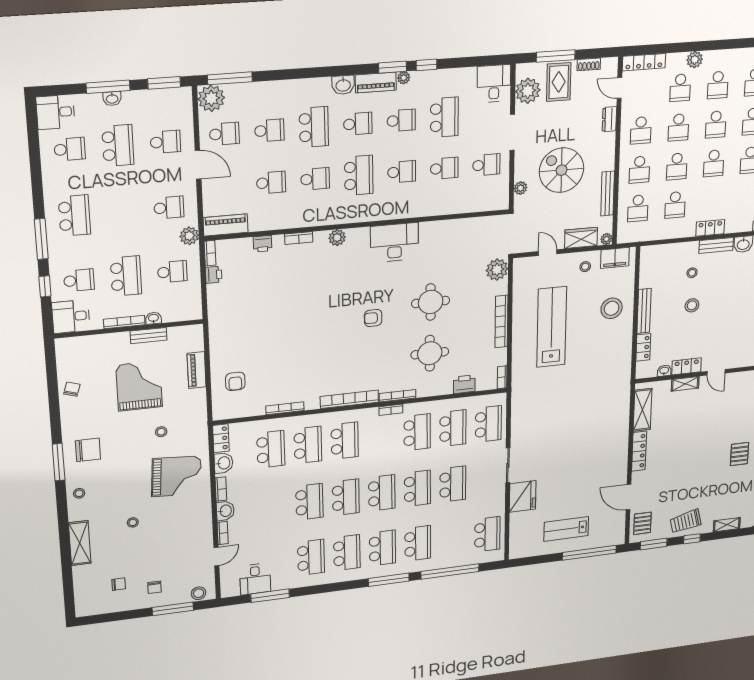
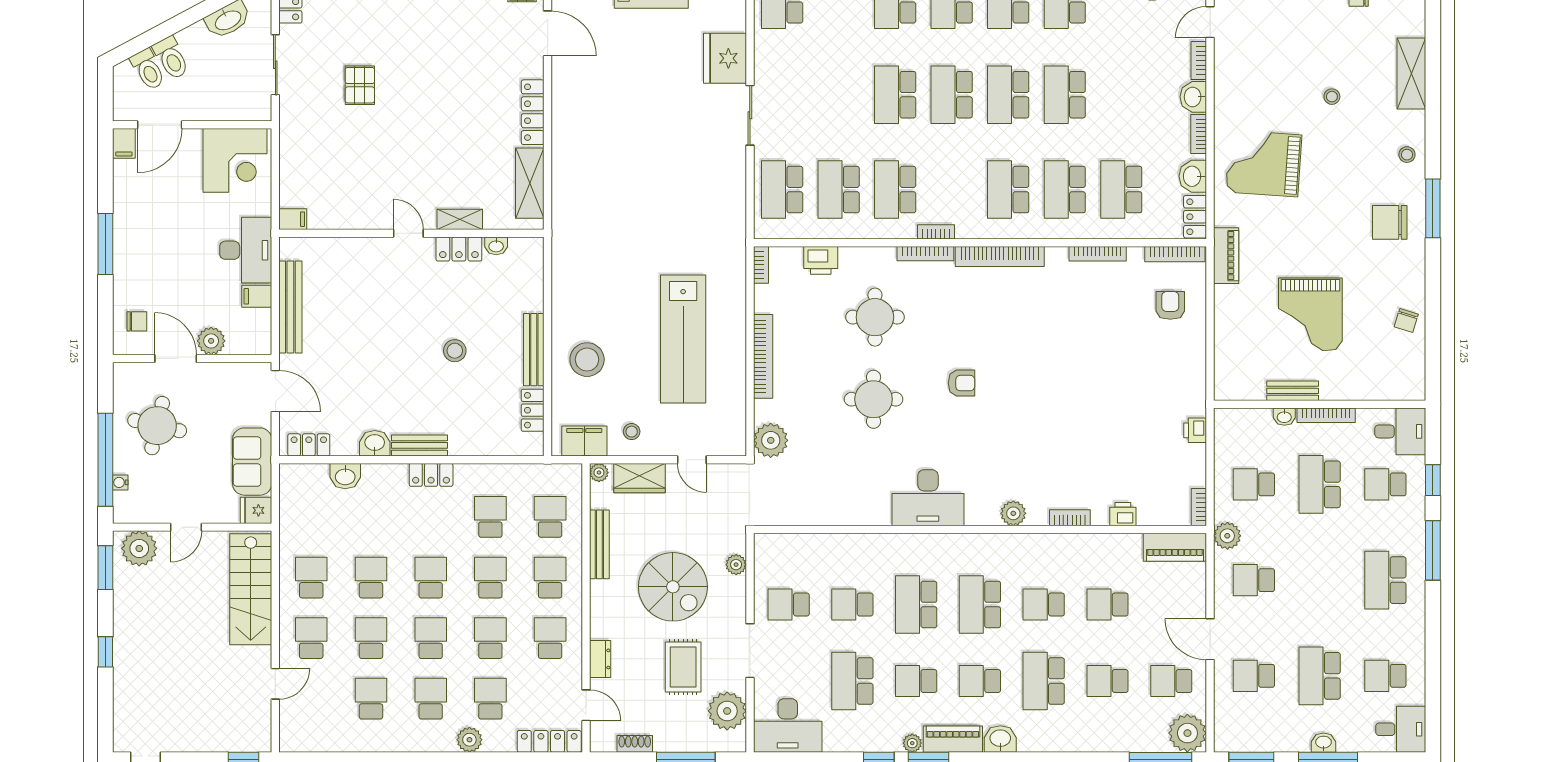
rug: (559, 82) -> (683, 667), moved
desk: (494, 83) -> (788, 726), width x1.37
school desk: (402, 172) -> (916, 605), width x1.85
stool: (692, 273) -> (457, 405), removed
printer: (214, 275) -> (1195, 430), moved
locker: (643, 347) -> (533, 410), moved
piano: (197, 370) -> (1226, 256), moved
bookcase: (233, 414) -> (1175, 254), added
stool: (161, 432) -> (1282, 238), removed
school desk: (453, 484) -> (839, 95), removed

